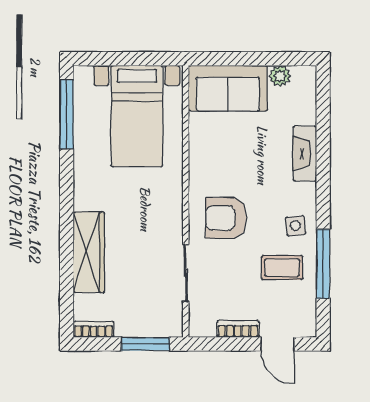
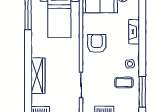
armchair: (226, 218) -> (97, 44), moved, turned 90
window: (323, 264) -> (142, 92), moved

